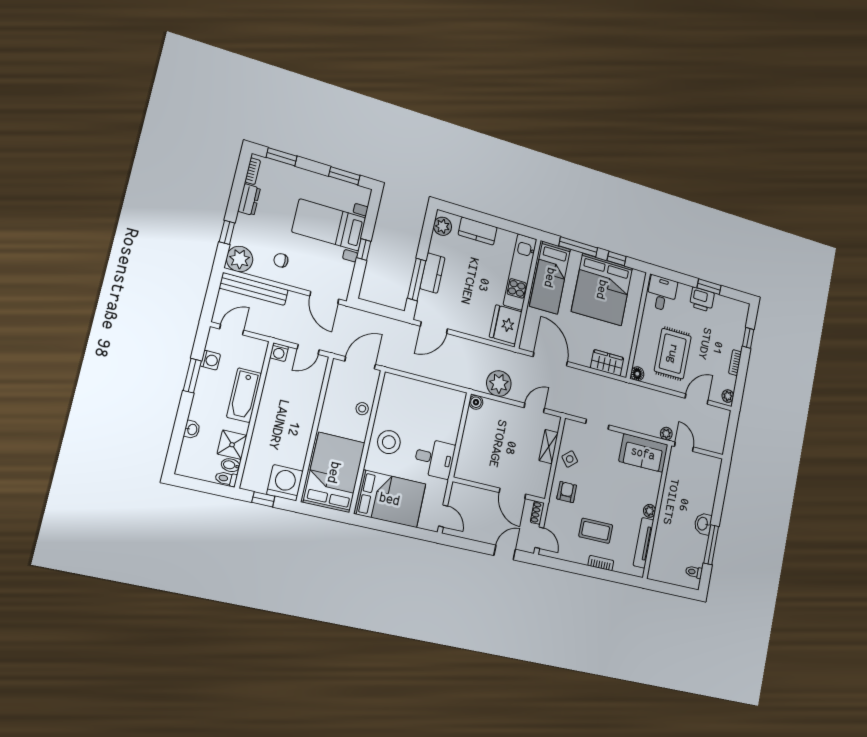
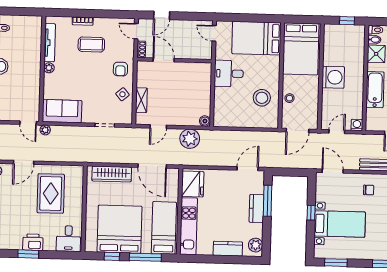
wardrobe: (607, 363) -> (112, 174), width x1.50
floor lamp: (637, 374) -> (78, 171), removed
stool: (389, 442) -> (262, 98), moved
washing machine: (285, 483) -> (333, 77), moved, turned -90

